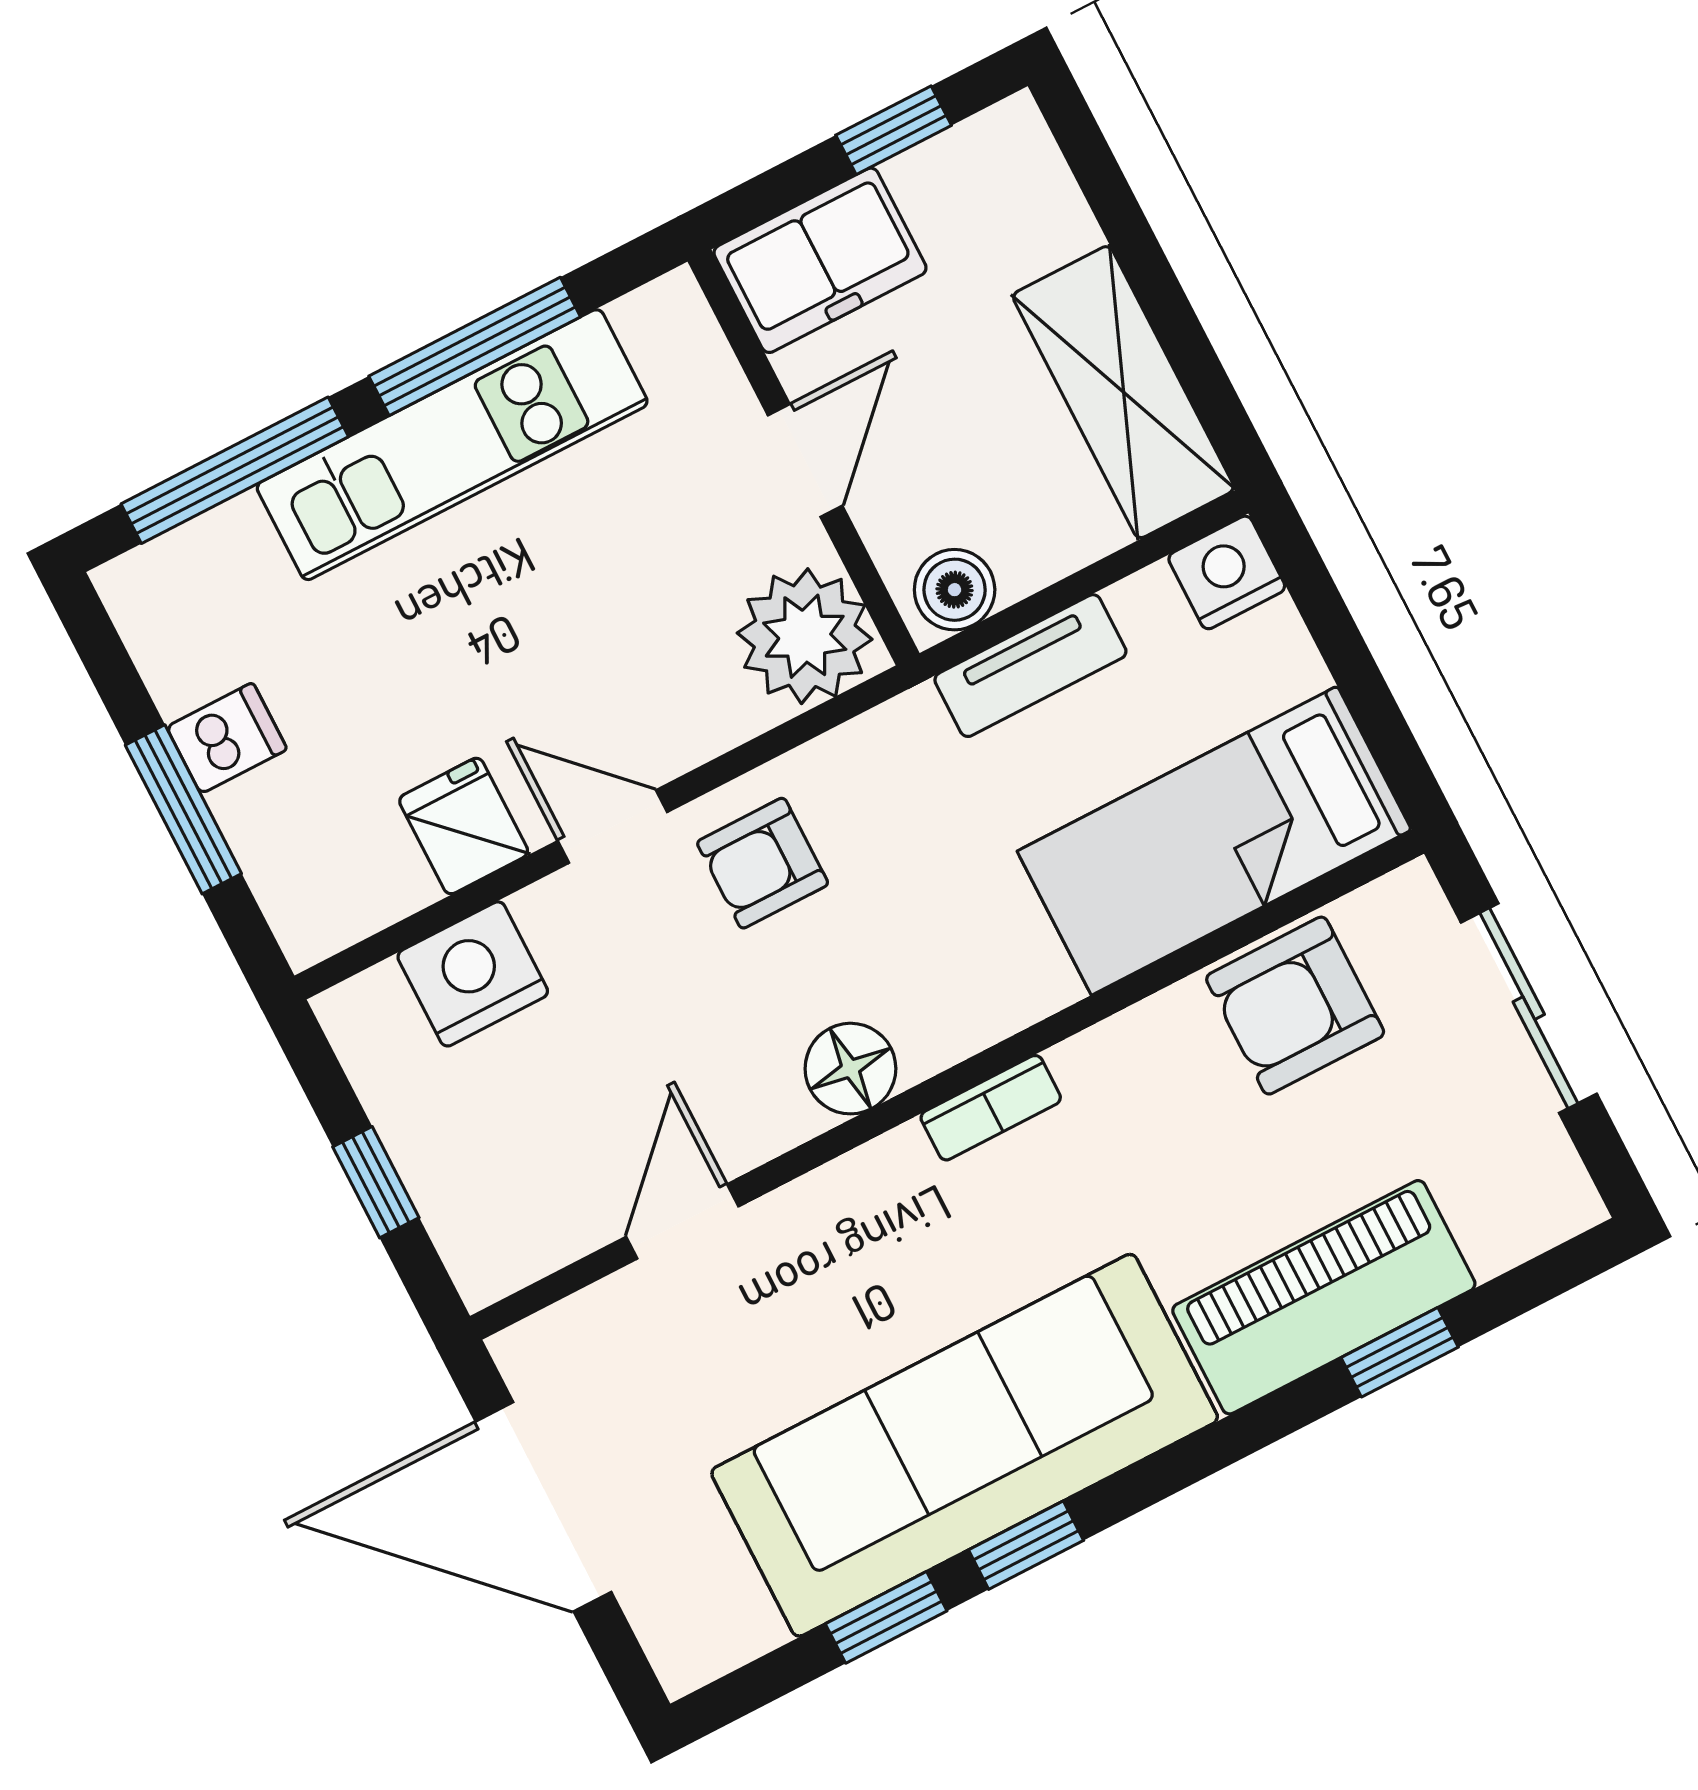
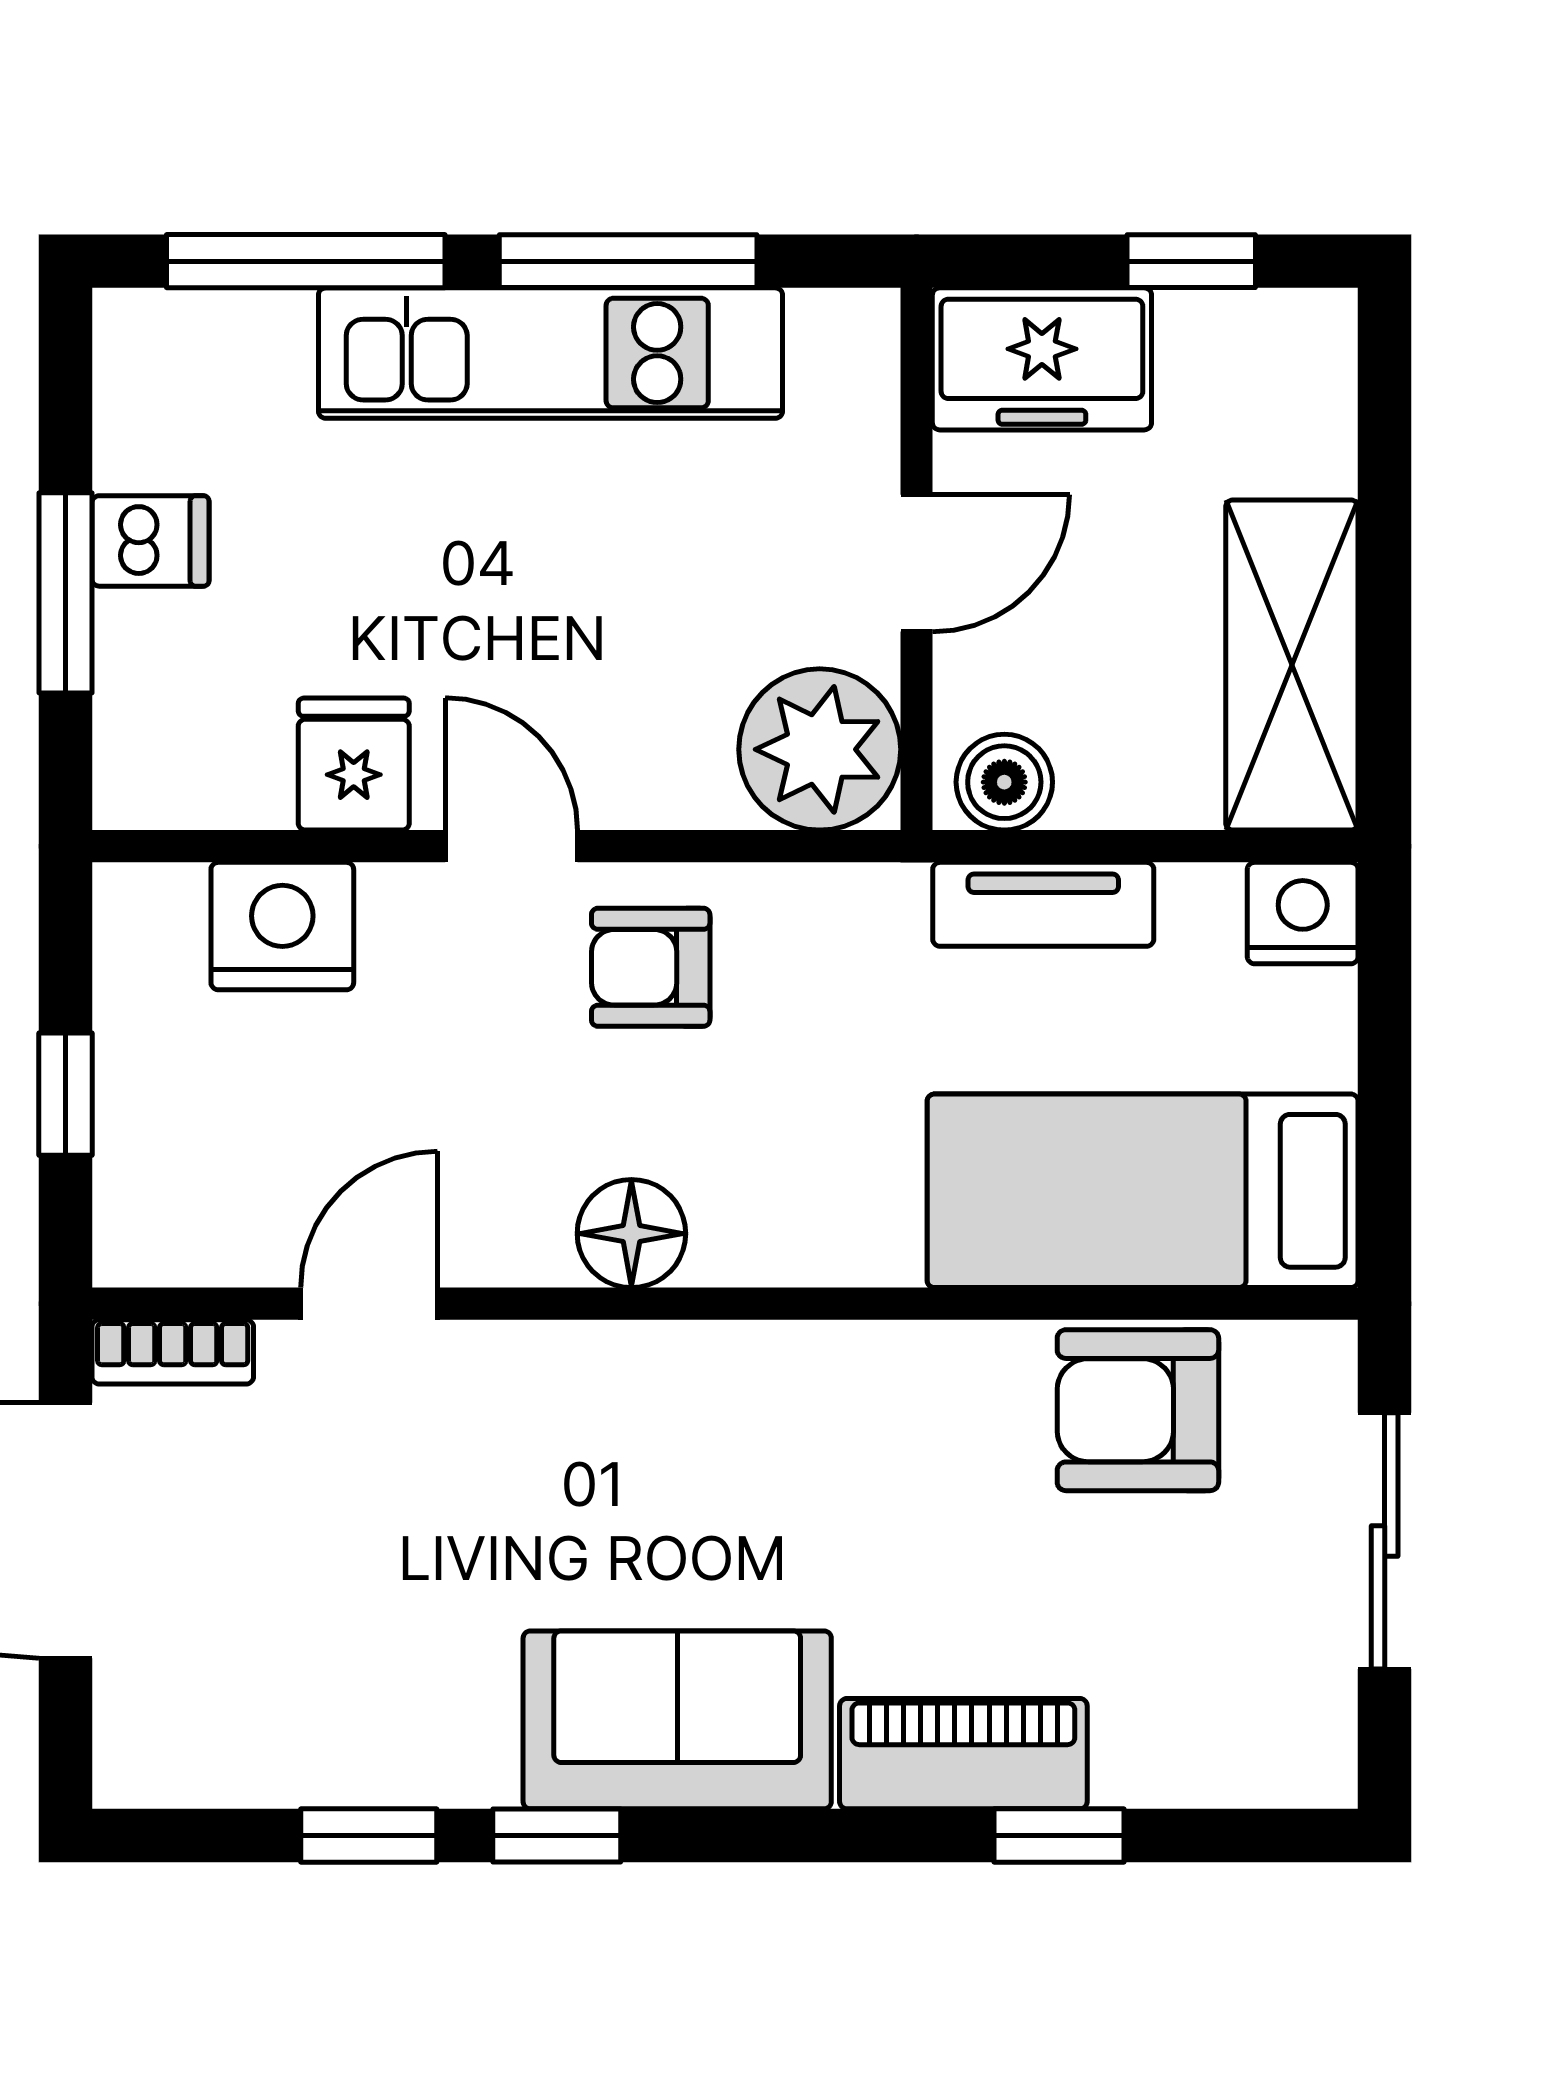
bookcase: (991, 1108) -> (173, 1352), moved
piano: (1324, 1297) -> (963, 1754), width x0.73, depth x0.75
sofa: (965, 1445) -> (677, 1720), width x0.54, depth x0.79

